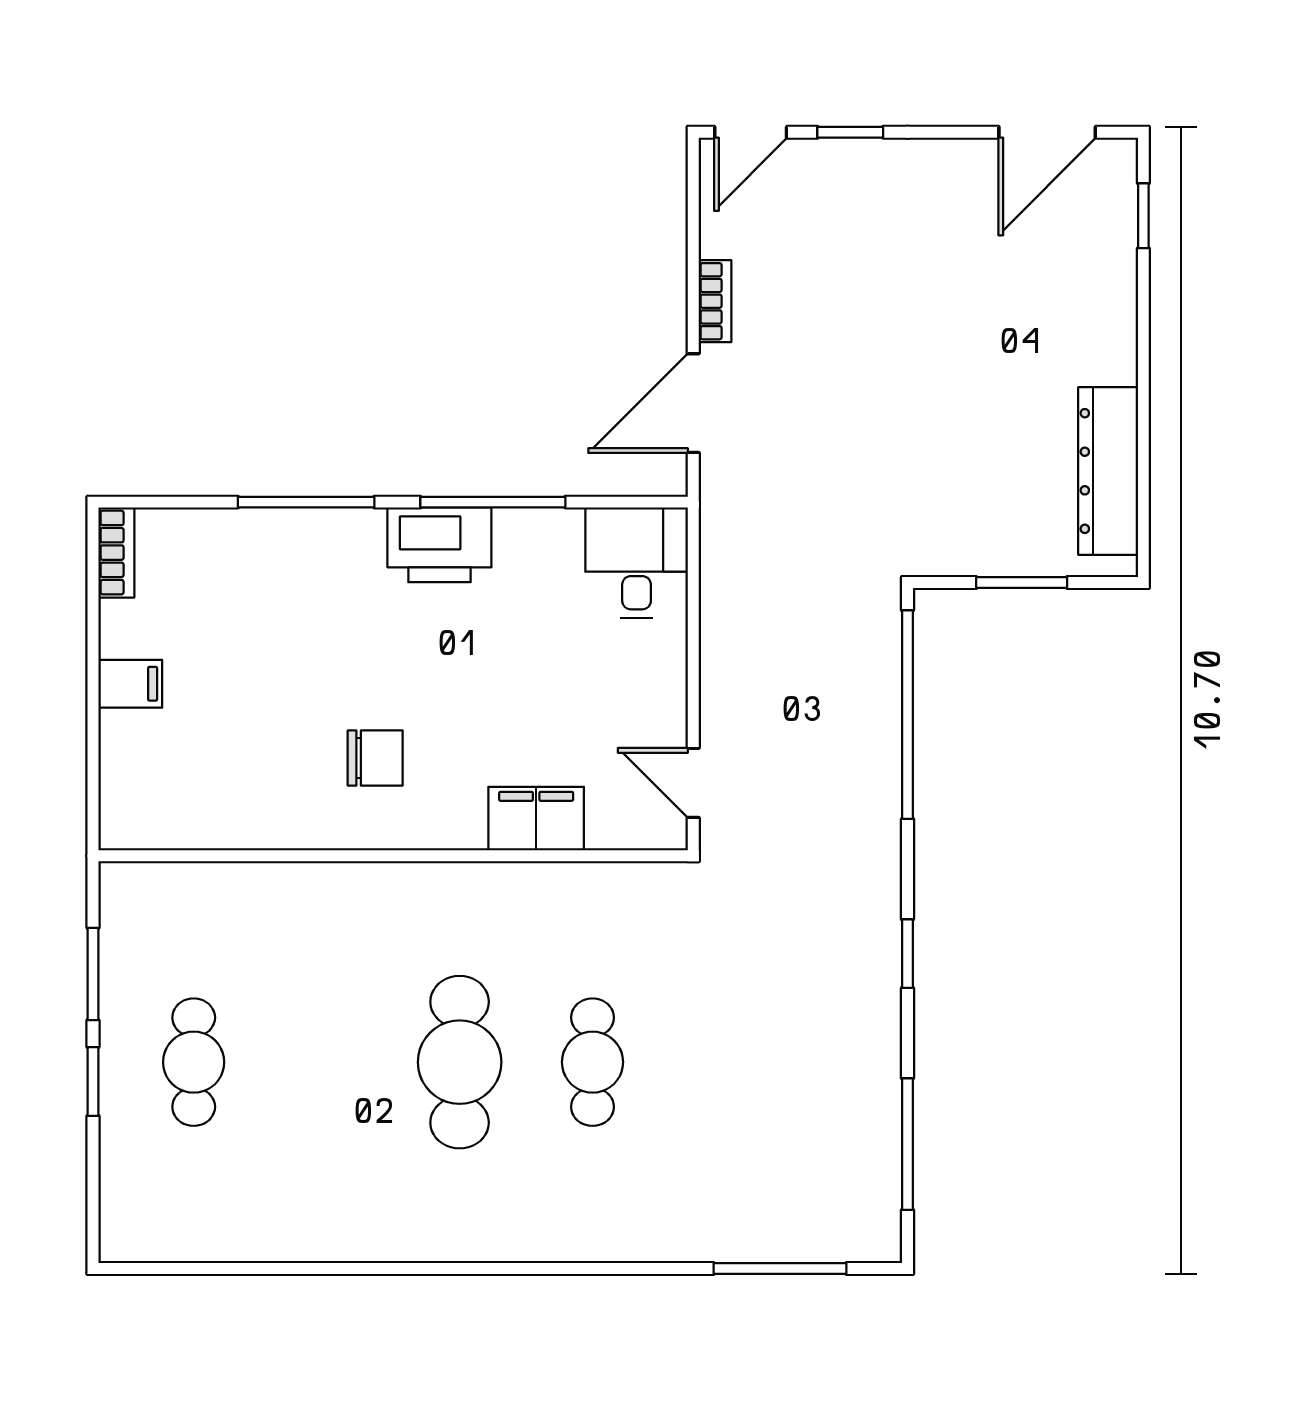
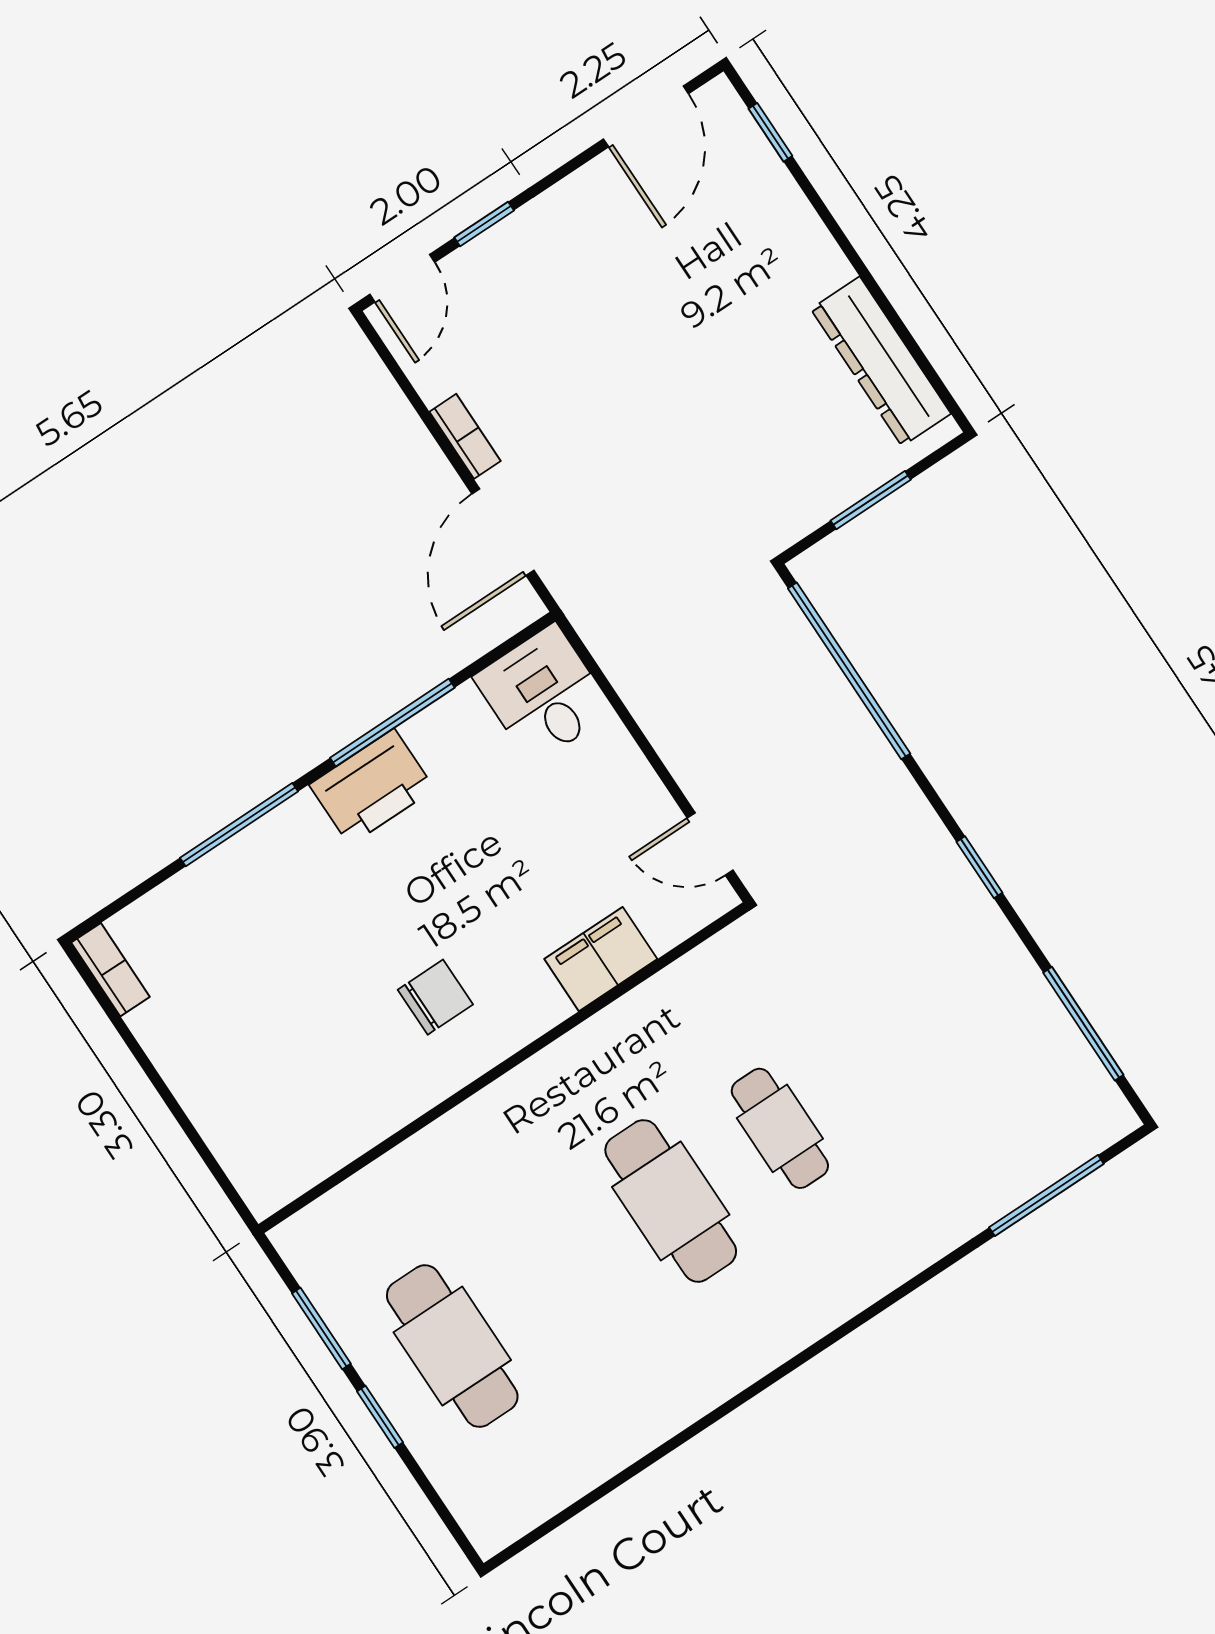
filing cabinet: (130, 684) -> (194, 1070), removed
cafe table: (194, 1062) -> (452, 1346), width x1.37, depth x1.35

